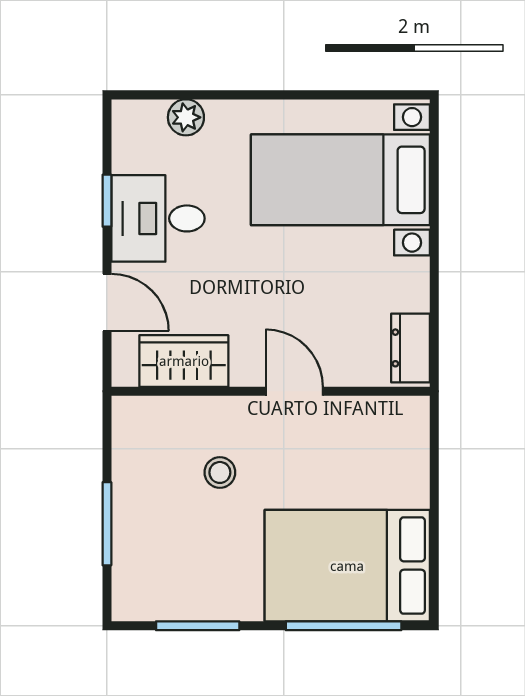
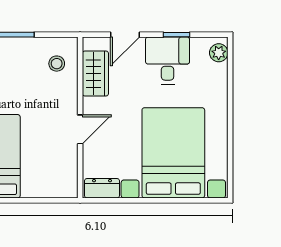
plant: (186, 117) -> (219, 53), moved
bed with nightstands: (340, 180) -> (173, 153), width x1.36
stool: (220, 472) -> (57, 64), moved

